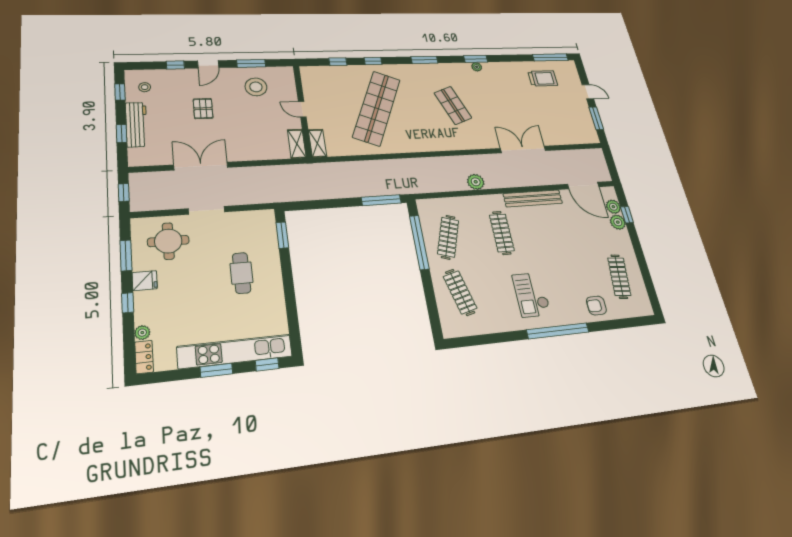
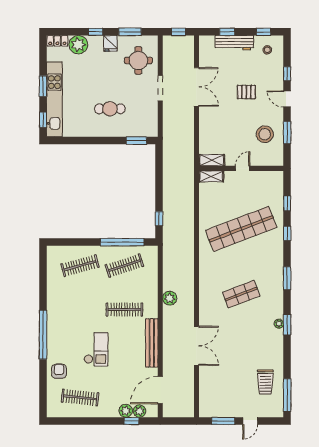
shop shelf: (377, 108) -> (241, 229), turned -45
window: (381, 200) -> (159, 219), width x0.46
clothes rail: (448, 237) -> (124, 266), turned -36
checkout: (531, 295) -> (96, 349), moved, turned 90
plant: (142, 333) -> (78, 45), width x1.88, depth x1.88

